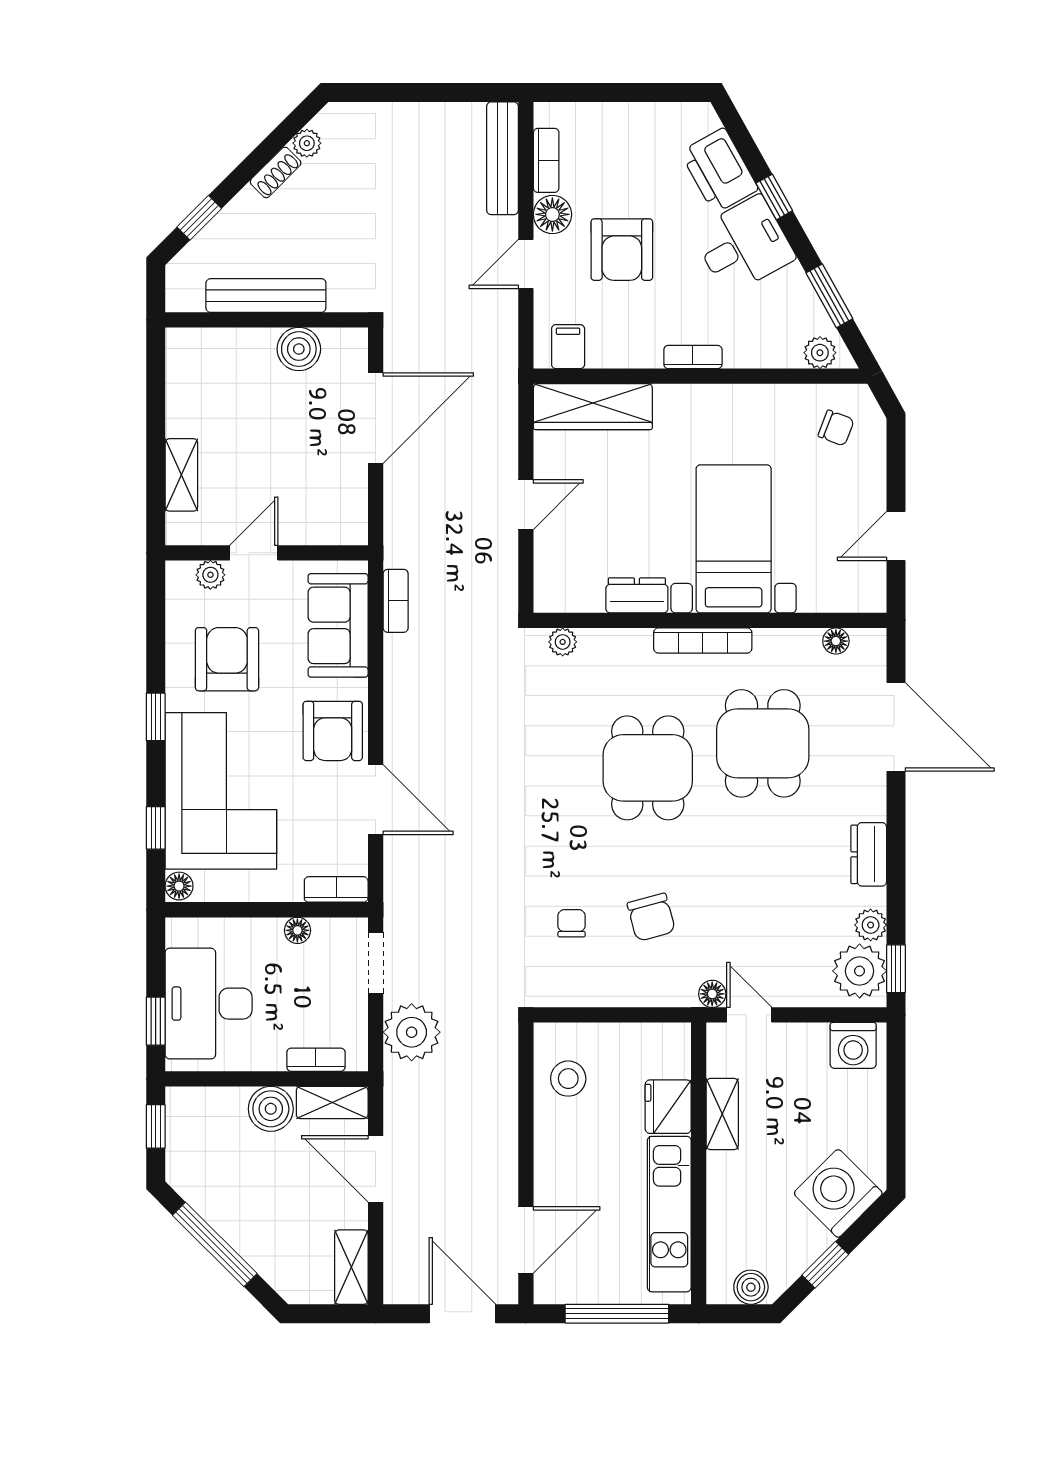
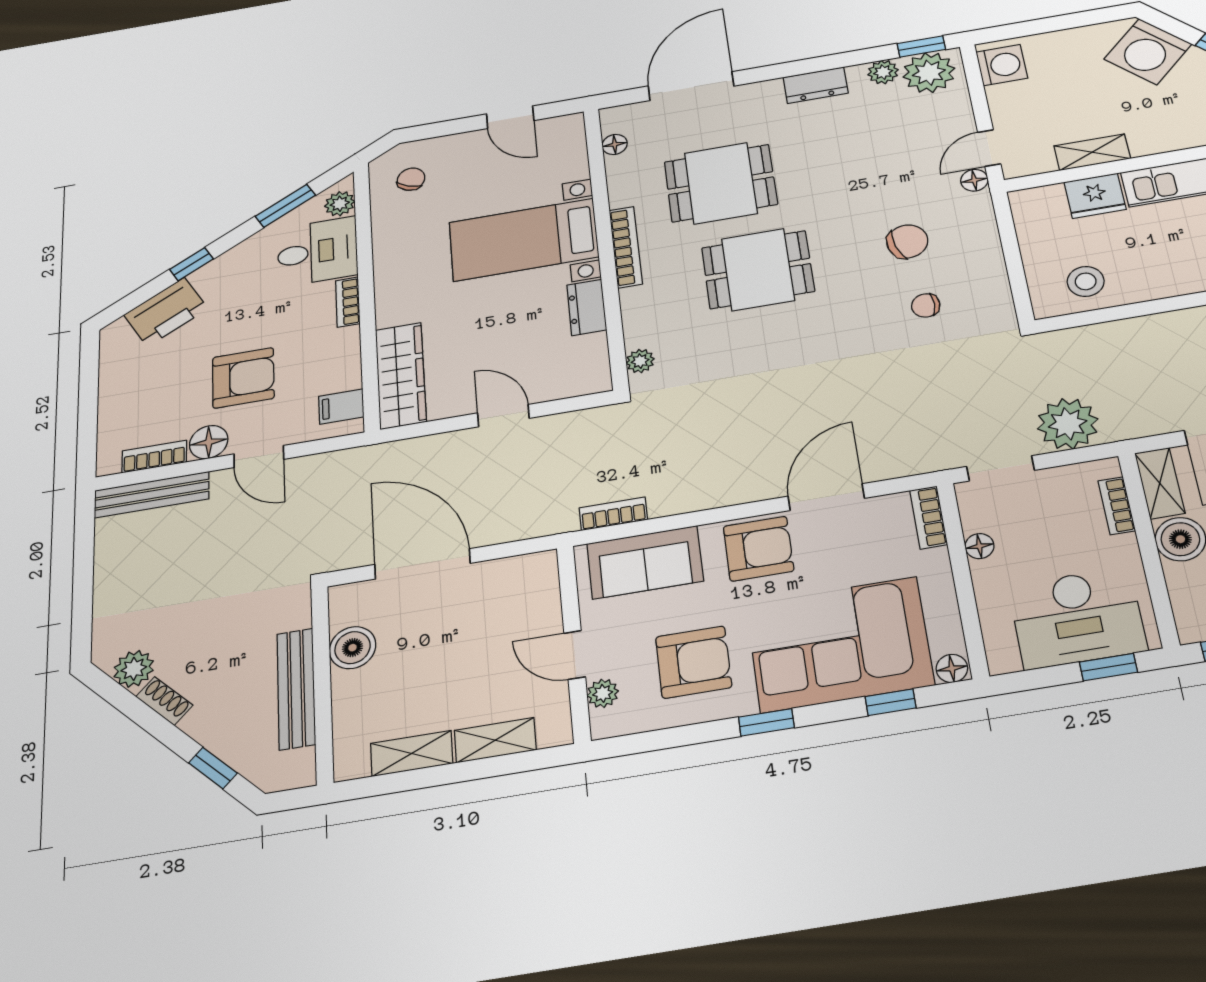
plant: (307, 143) -> (134, 669), width x1.38, depth x1.38
desk: (744, 245) -> (317, 252), moved, turned 119
shelving: (182, 399) -> (412, 753), added
armchair: (227, 659) -> (694, 662), turned 180

